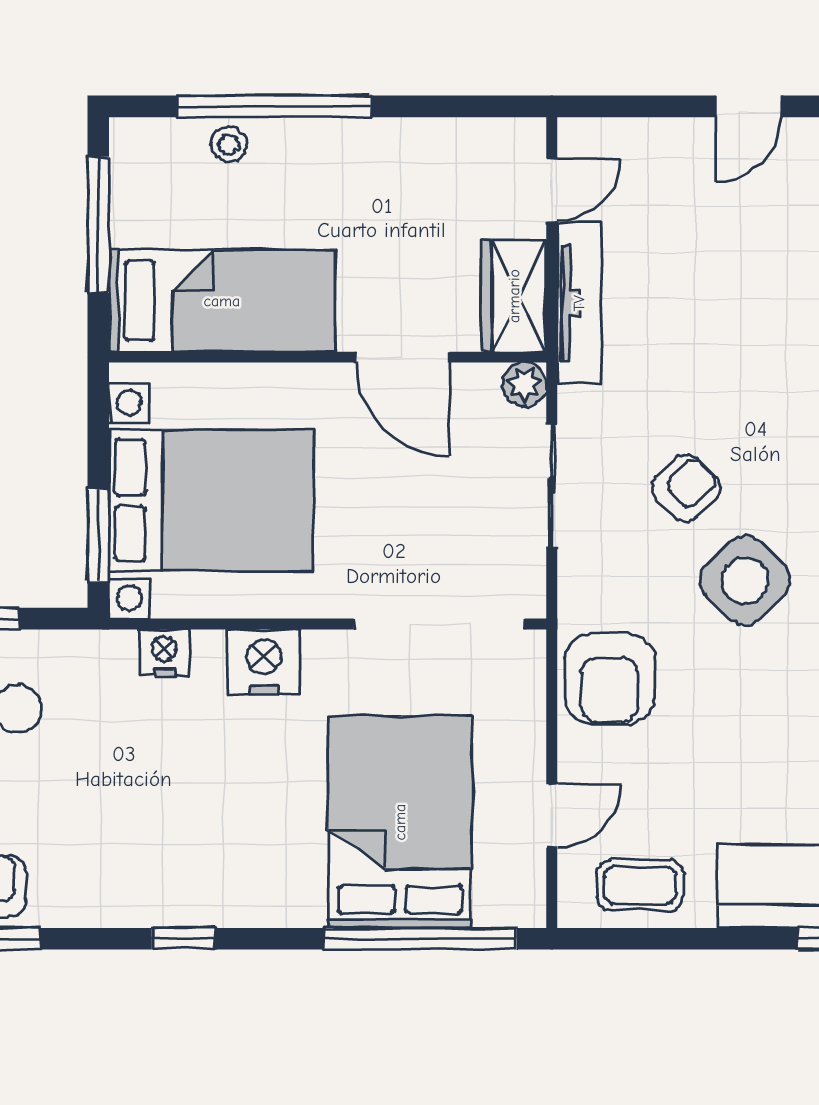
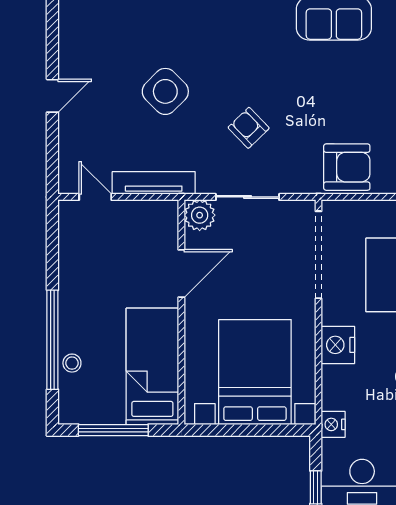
door: (748, 106) -> (52, 96), hinge flipped
wardrobe: (514, 296) -> (150, 216), removed
plant: (524, 384) -> (200, 215), width x1.38, depth x1.38
window: (98, 535) -> (273, 430), removed
side table: (745, 580) -> (165, 91), moved
nightstand: (164, 652) -> (333, 424), moved

